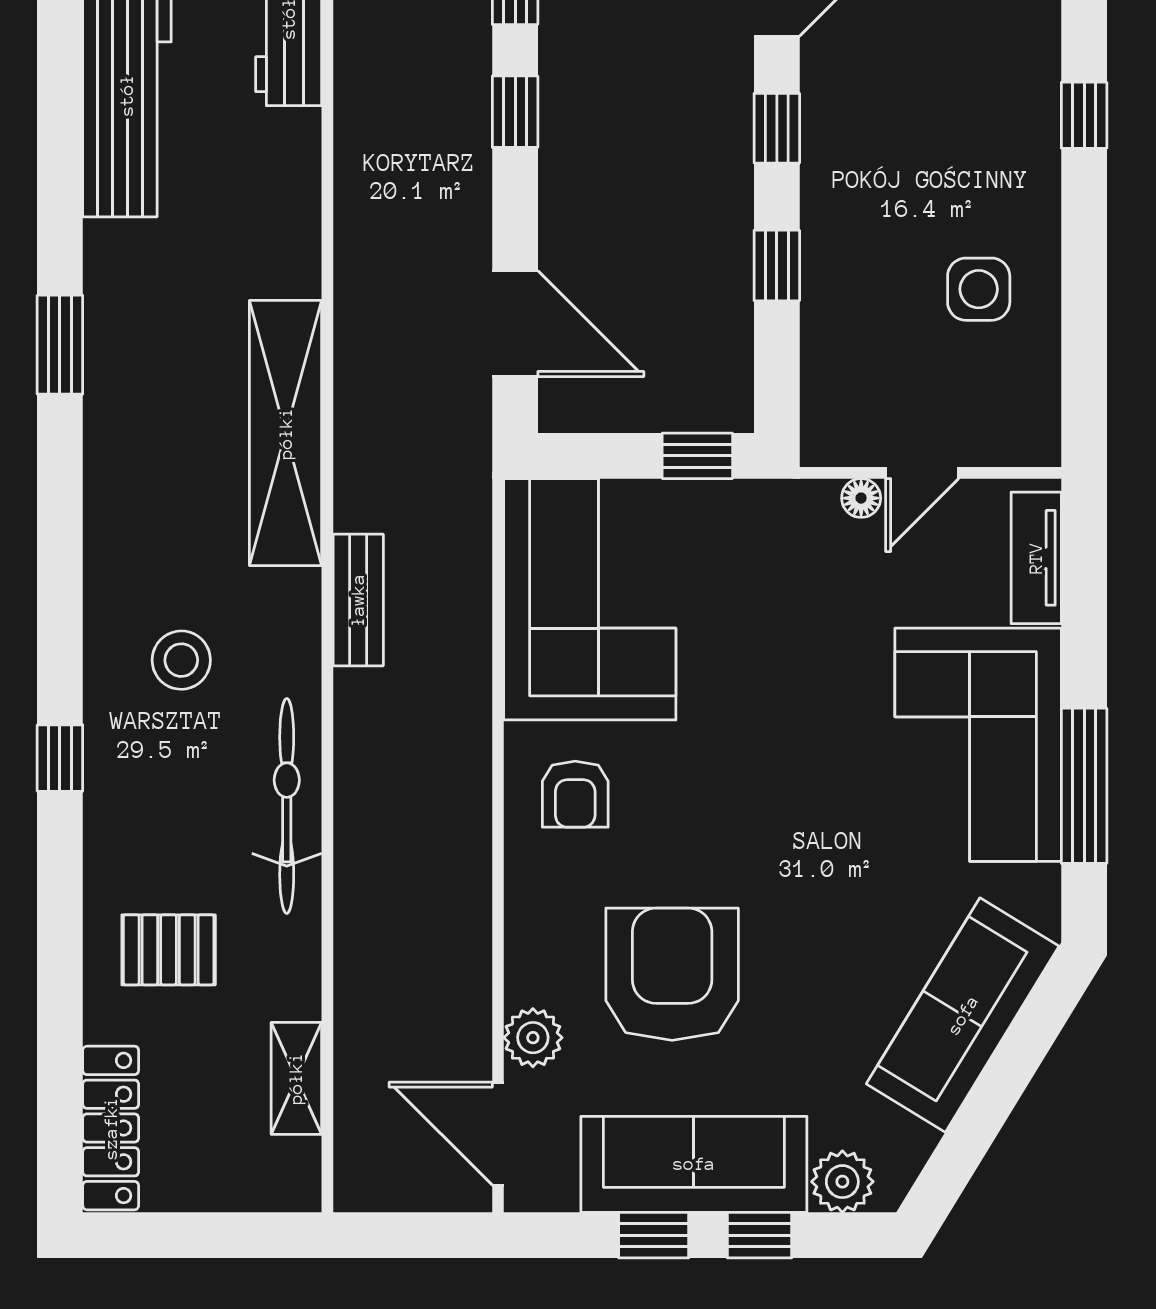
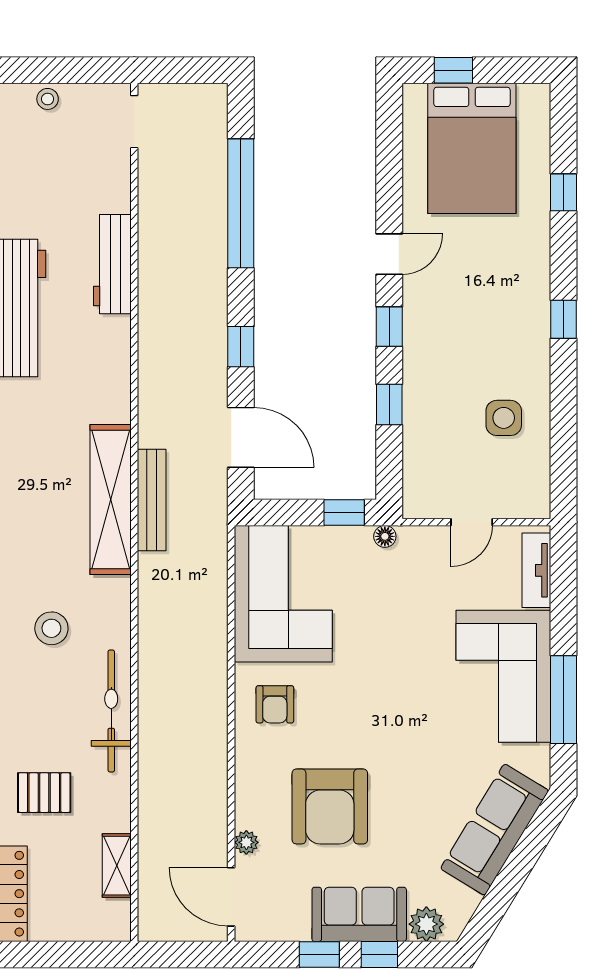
window: (515, 112) -> (241, 347), moved
floor lamp: (861, 498) -> (385, 536), moved
bench: (358, 600) -> (152, 500), moved, width x1.36
armchair: (672, 974) -> (330, 806), turned 180
plant: (533, 1038) -> (246, 842), width x0.73, depth x0.73
sofa: (694, 1164) -> (359, 914), width x0.73

